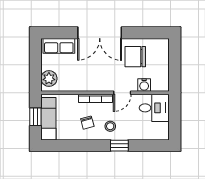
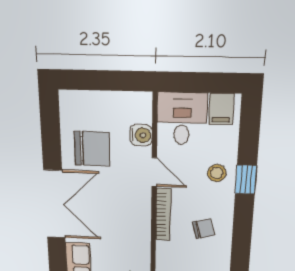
chair: (135, 57) -> (92, 149), turned -90
stool: (110, 126) -> (217, 173), moved
filing cabinet: (160, 129) -> (221, 109), added

